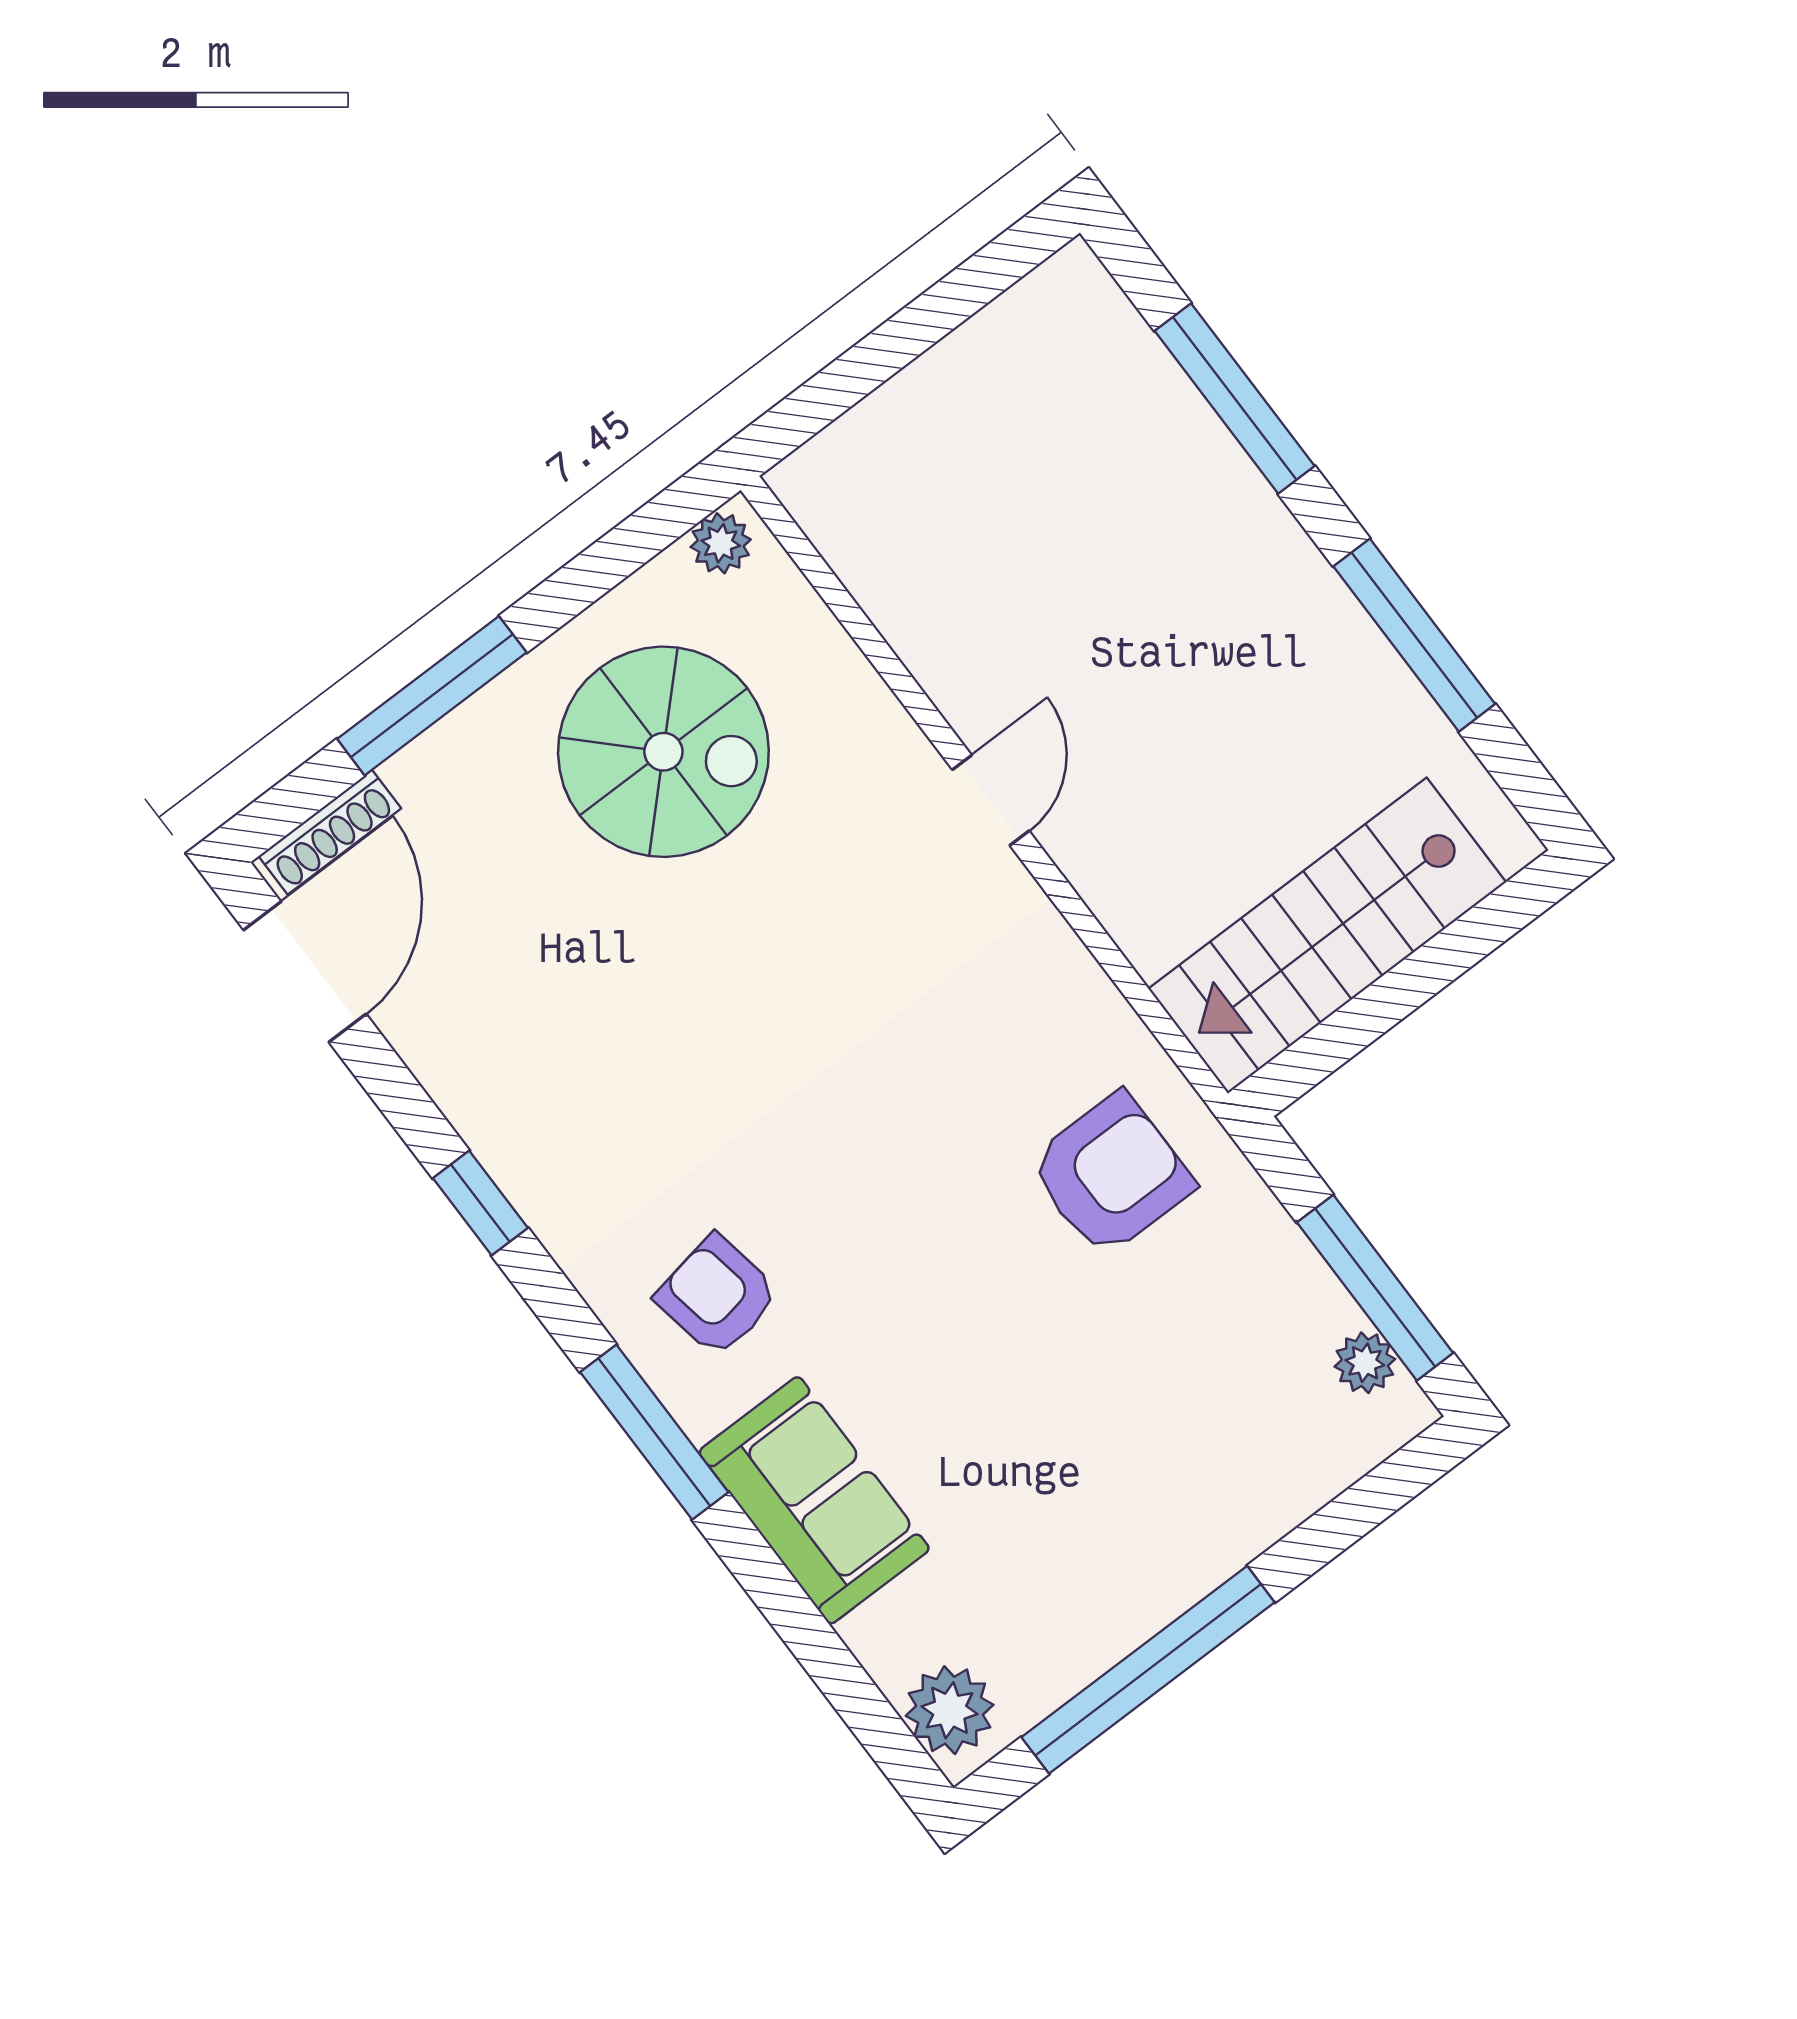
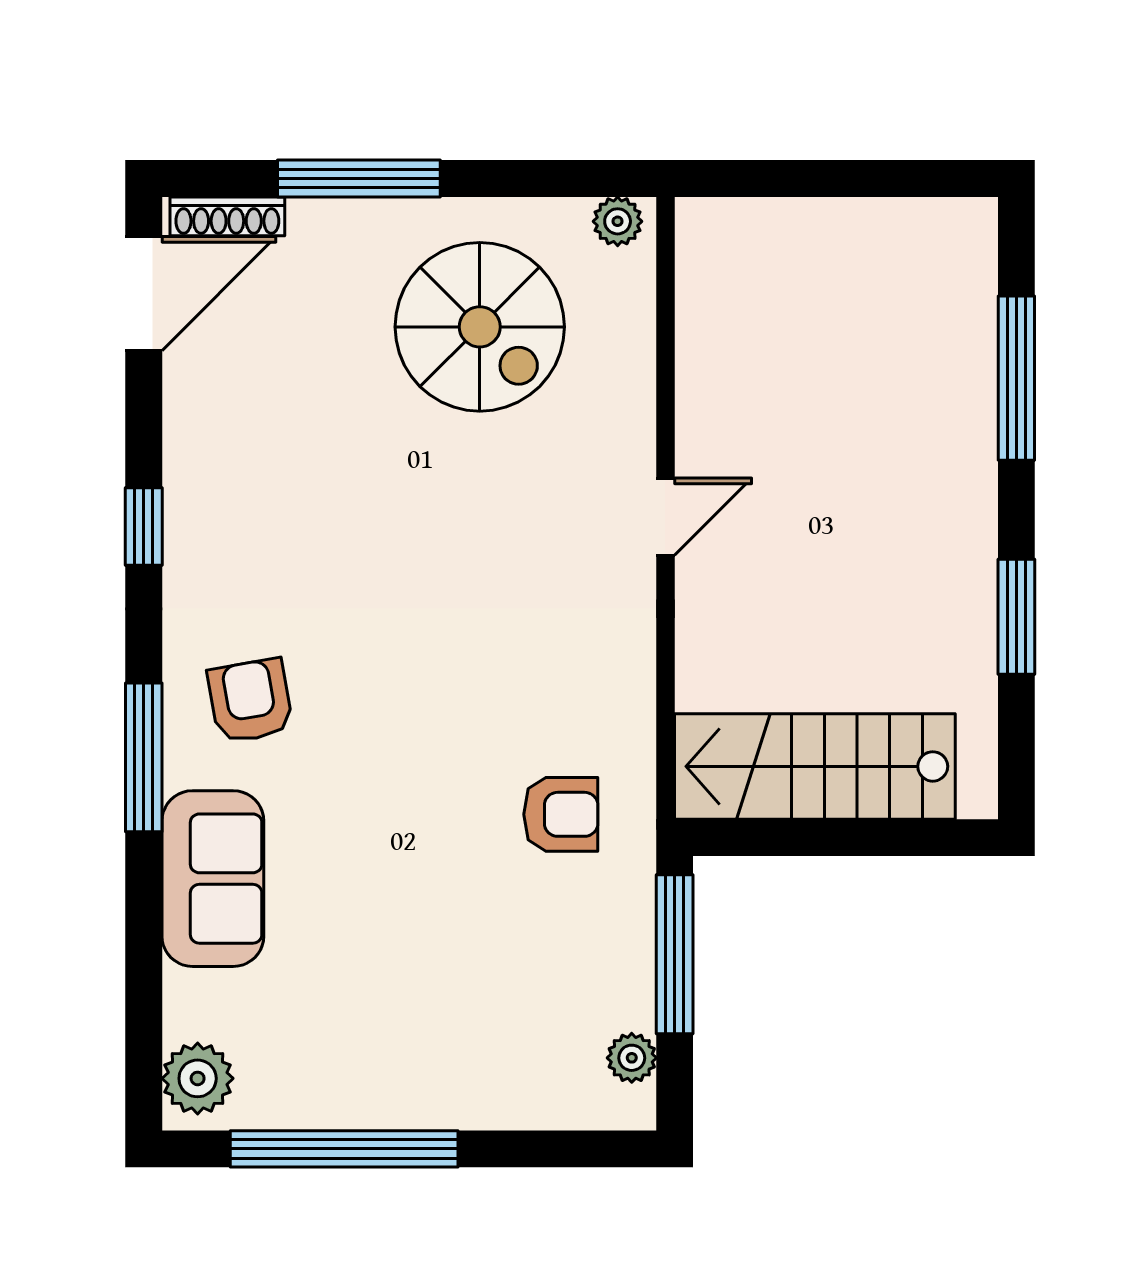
window: (1414, 635) -> (1016, 617), width x0.69
armchair: (1111, 1175) -> (561, 814), width x0.72, depth x0.72
window: (1375, 1288) -> (675, 954), moved

